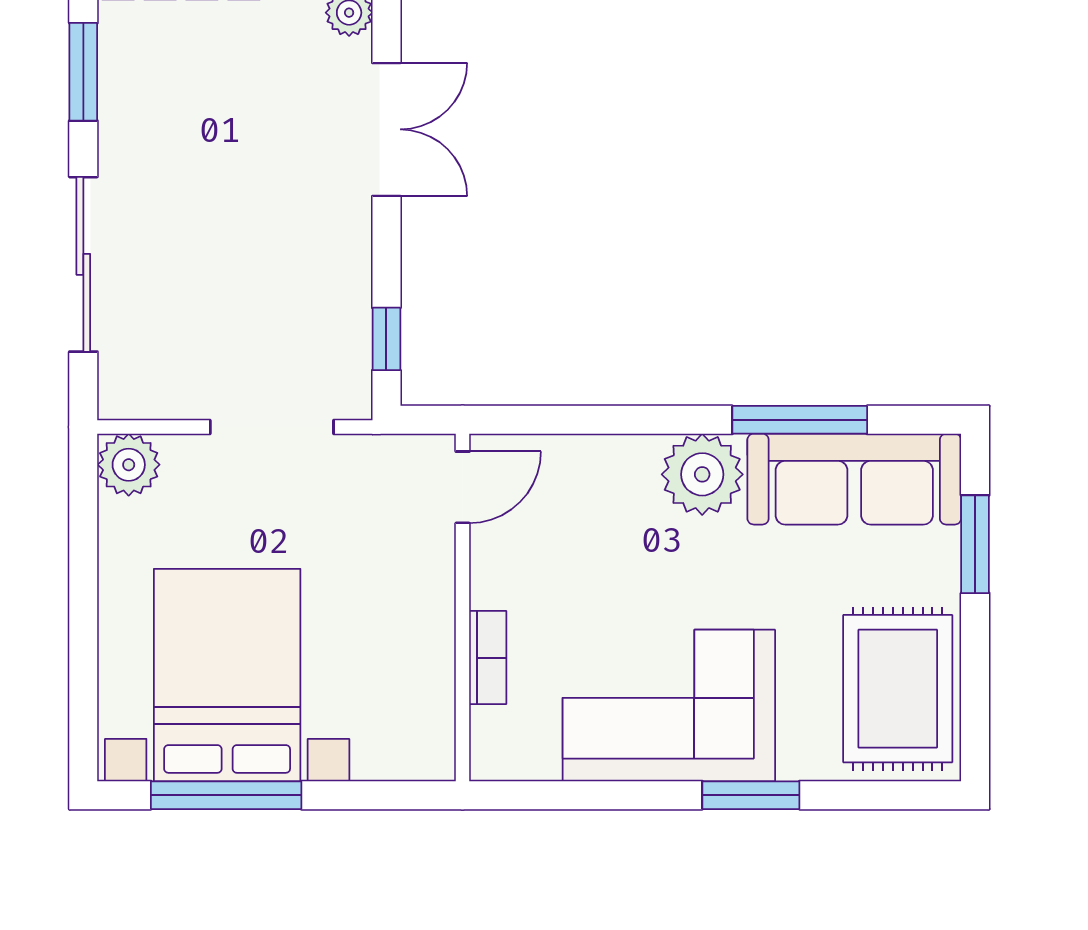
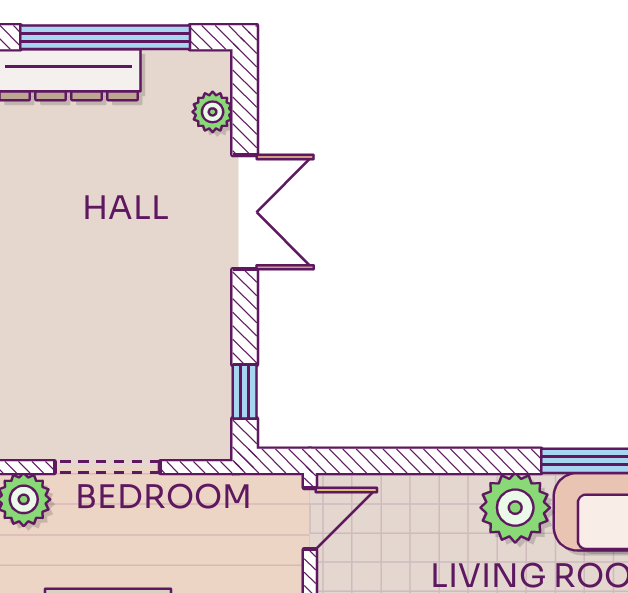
doorway: (272, 427) -> (107, 467), moved

